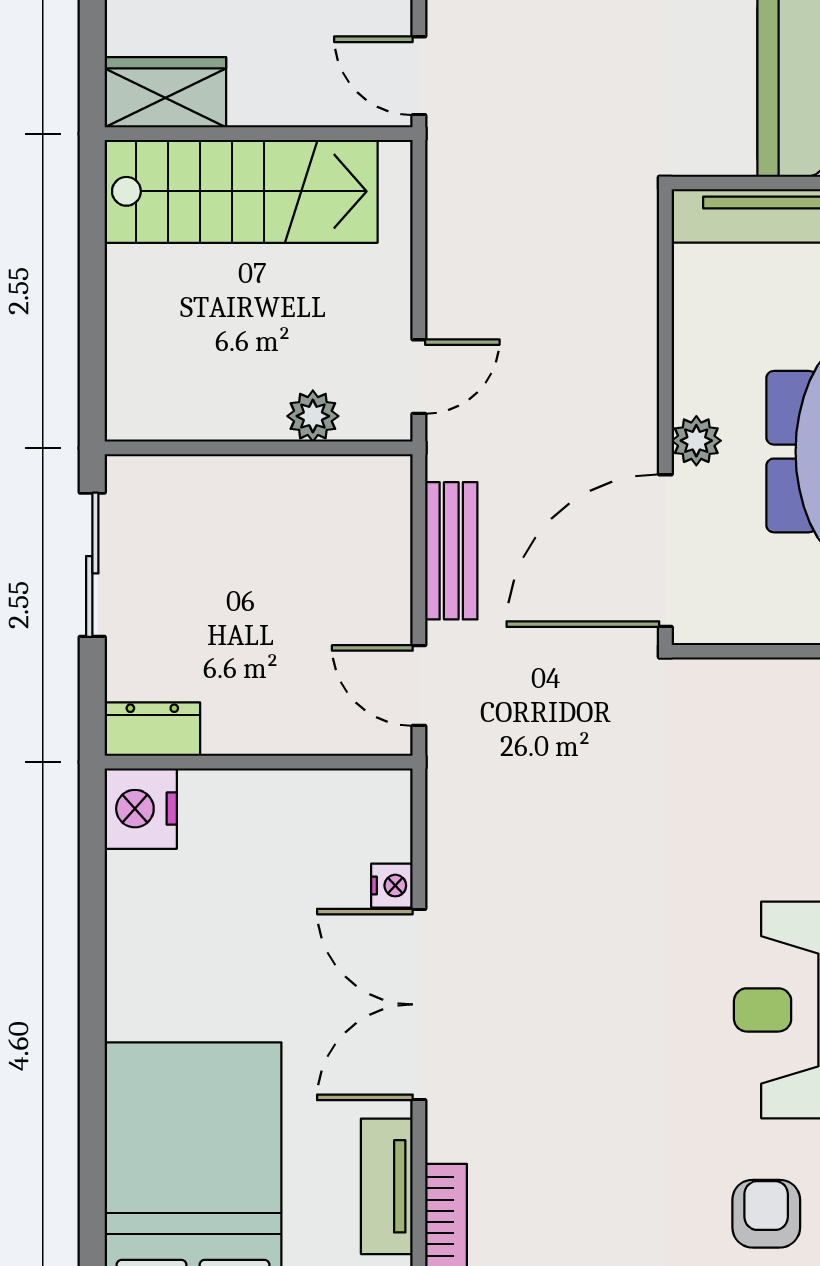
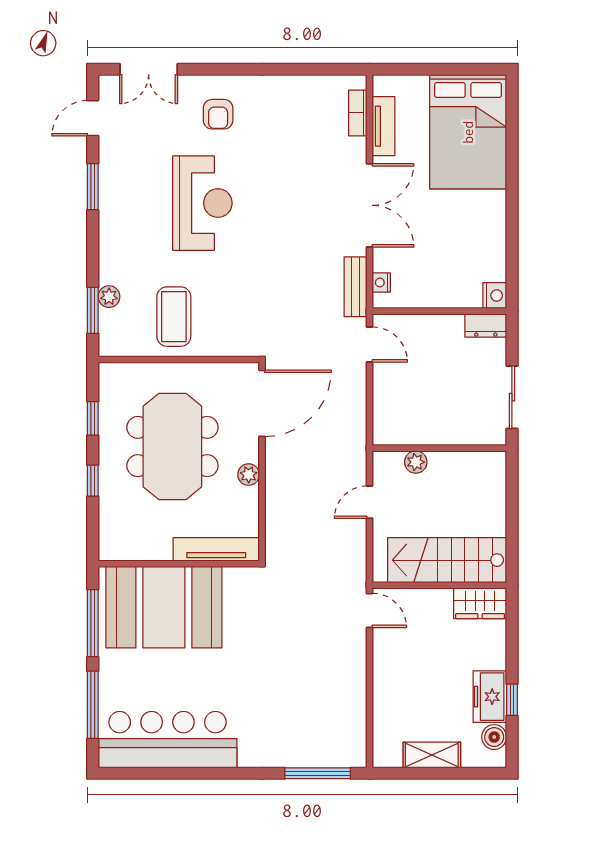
door: (419, 377) -> (370, 502), moved
plant: (696, 441) -> (249, 475), moved
bench: (451, 551) -> (355, 287), moved
nightstand: (141, 809) -> (495, 295), width x0.74, depth x0.75
nightstand: (392, 886) -> (381, 283), moved

